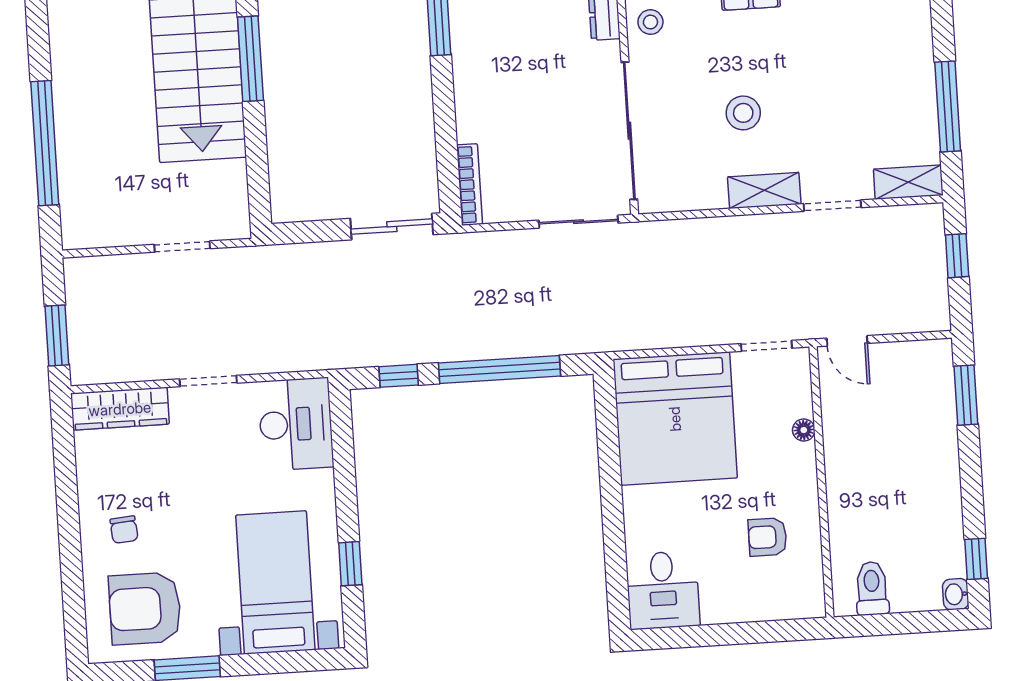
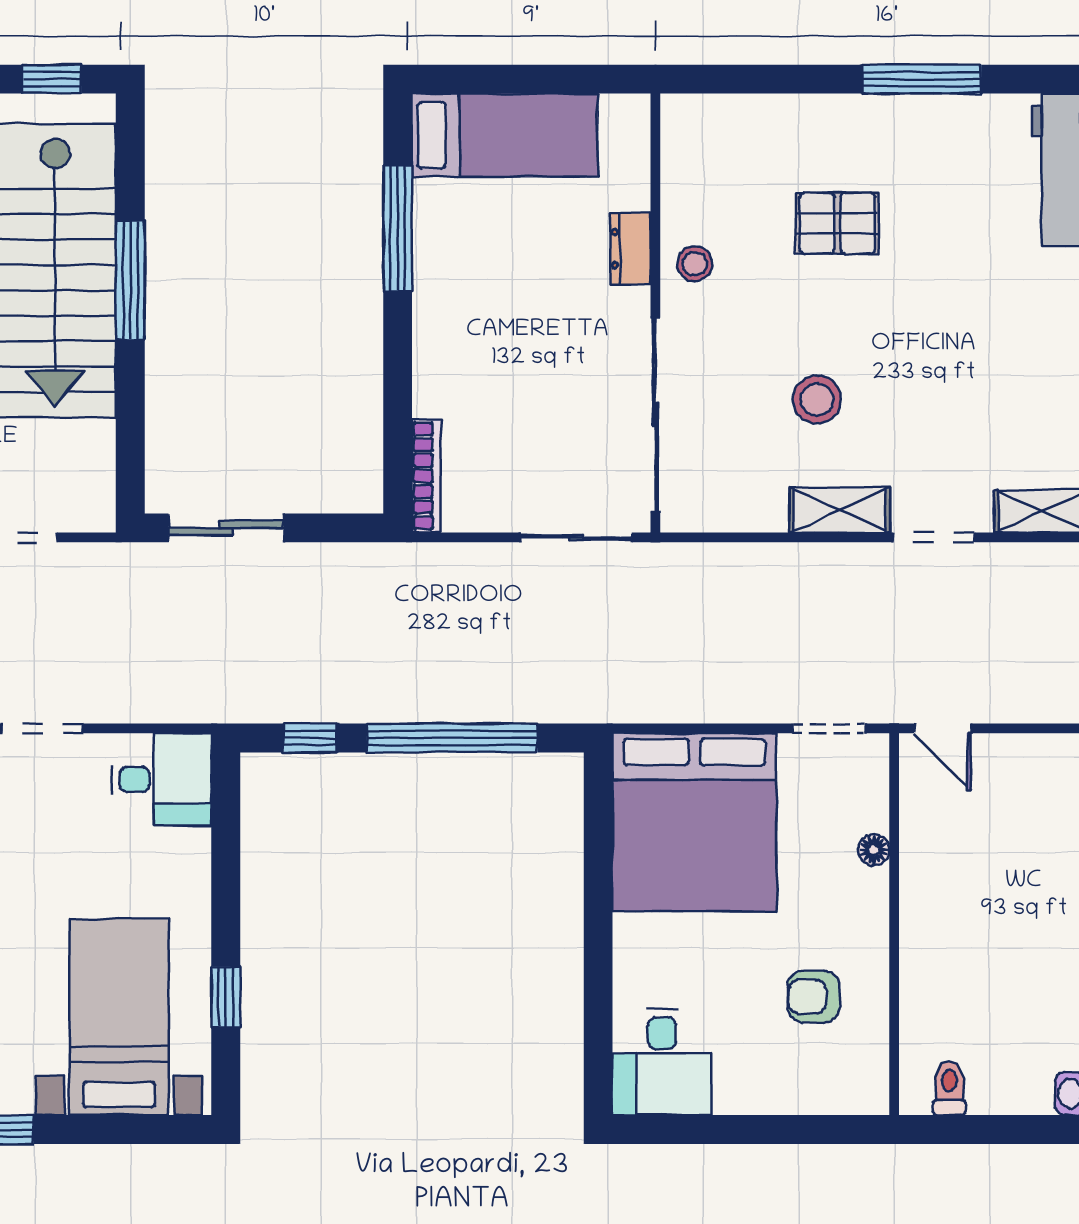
sliding door: (392, 227) -> (226, 528), moved
desk: (296, 424) -> (162, 779), width x0.73
toilet: (872, 588) -> (949, 1088), width x0.73, depth x0.72

